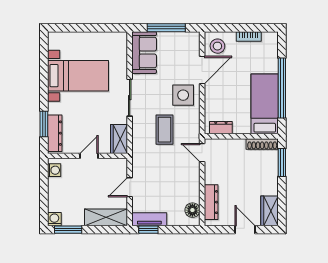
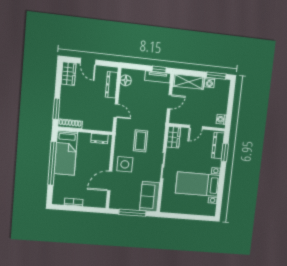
stool: (217, 46) -> (97, 197), removed
door: (202, 153) -> (116, 111), moved
washing machine: (54, 219) -> (209, 83), moved

